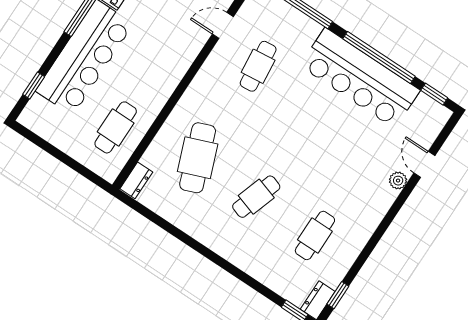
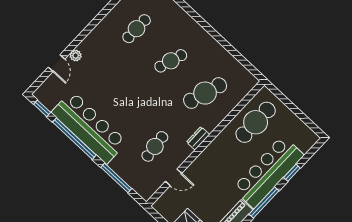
window: (34, 85) -> (292, 173), moved
cafe table: (116, 127) -> (256, 122), width x1.37, depth x1.35
cafe table: (198, 158) -> (205, 93), turned 39
dresser: (136, 180) -> (198, 138), moved

